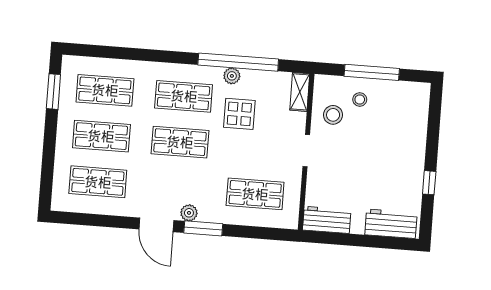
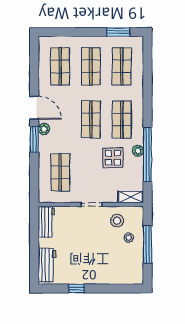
door: (156, 225) -> (34, 108), swing flipped

